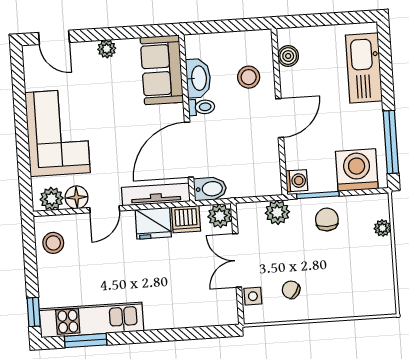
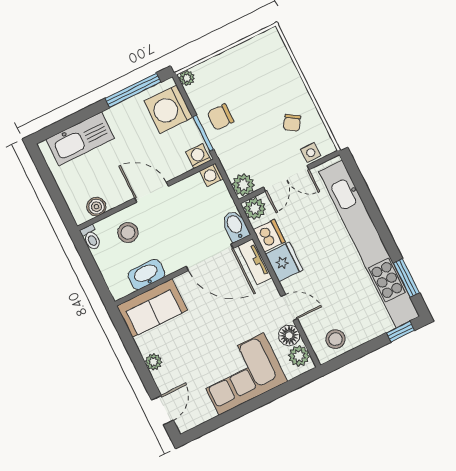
toilet: (202, 107) -> (91, 238), moved, turned 180
washing machine: (272, 186) -> (211, 175), added
tv unit: (156, 194) -> (255, 262), width x0.71
plant: (277, 212) -> (243, 185), moved
plant: (382, 228) -> (187, 78), moved
kitchen unit: (91, 320) -> (369, 244), width x1.86

